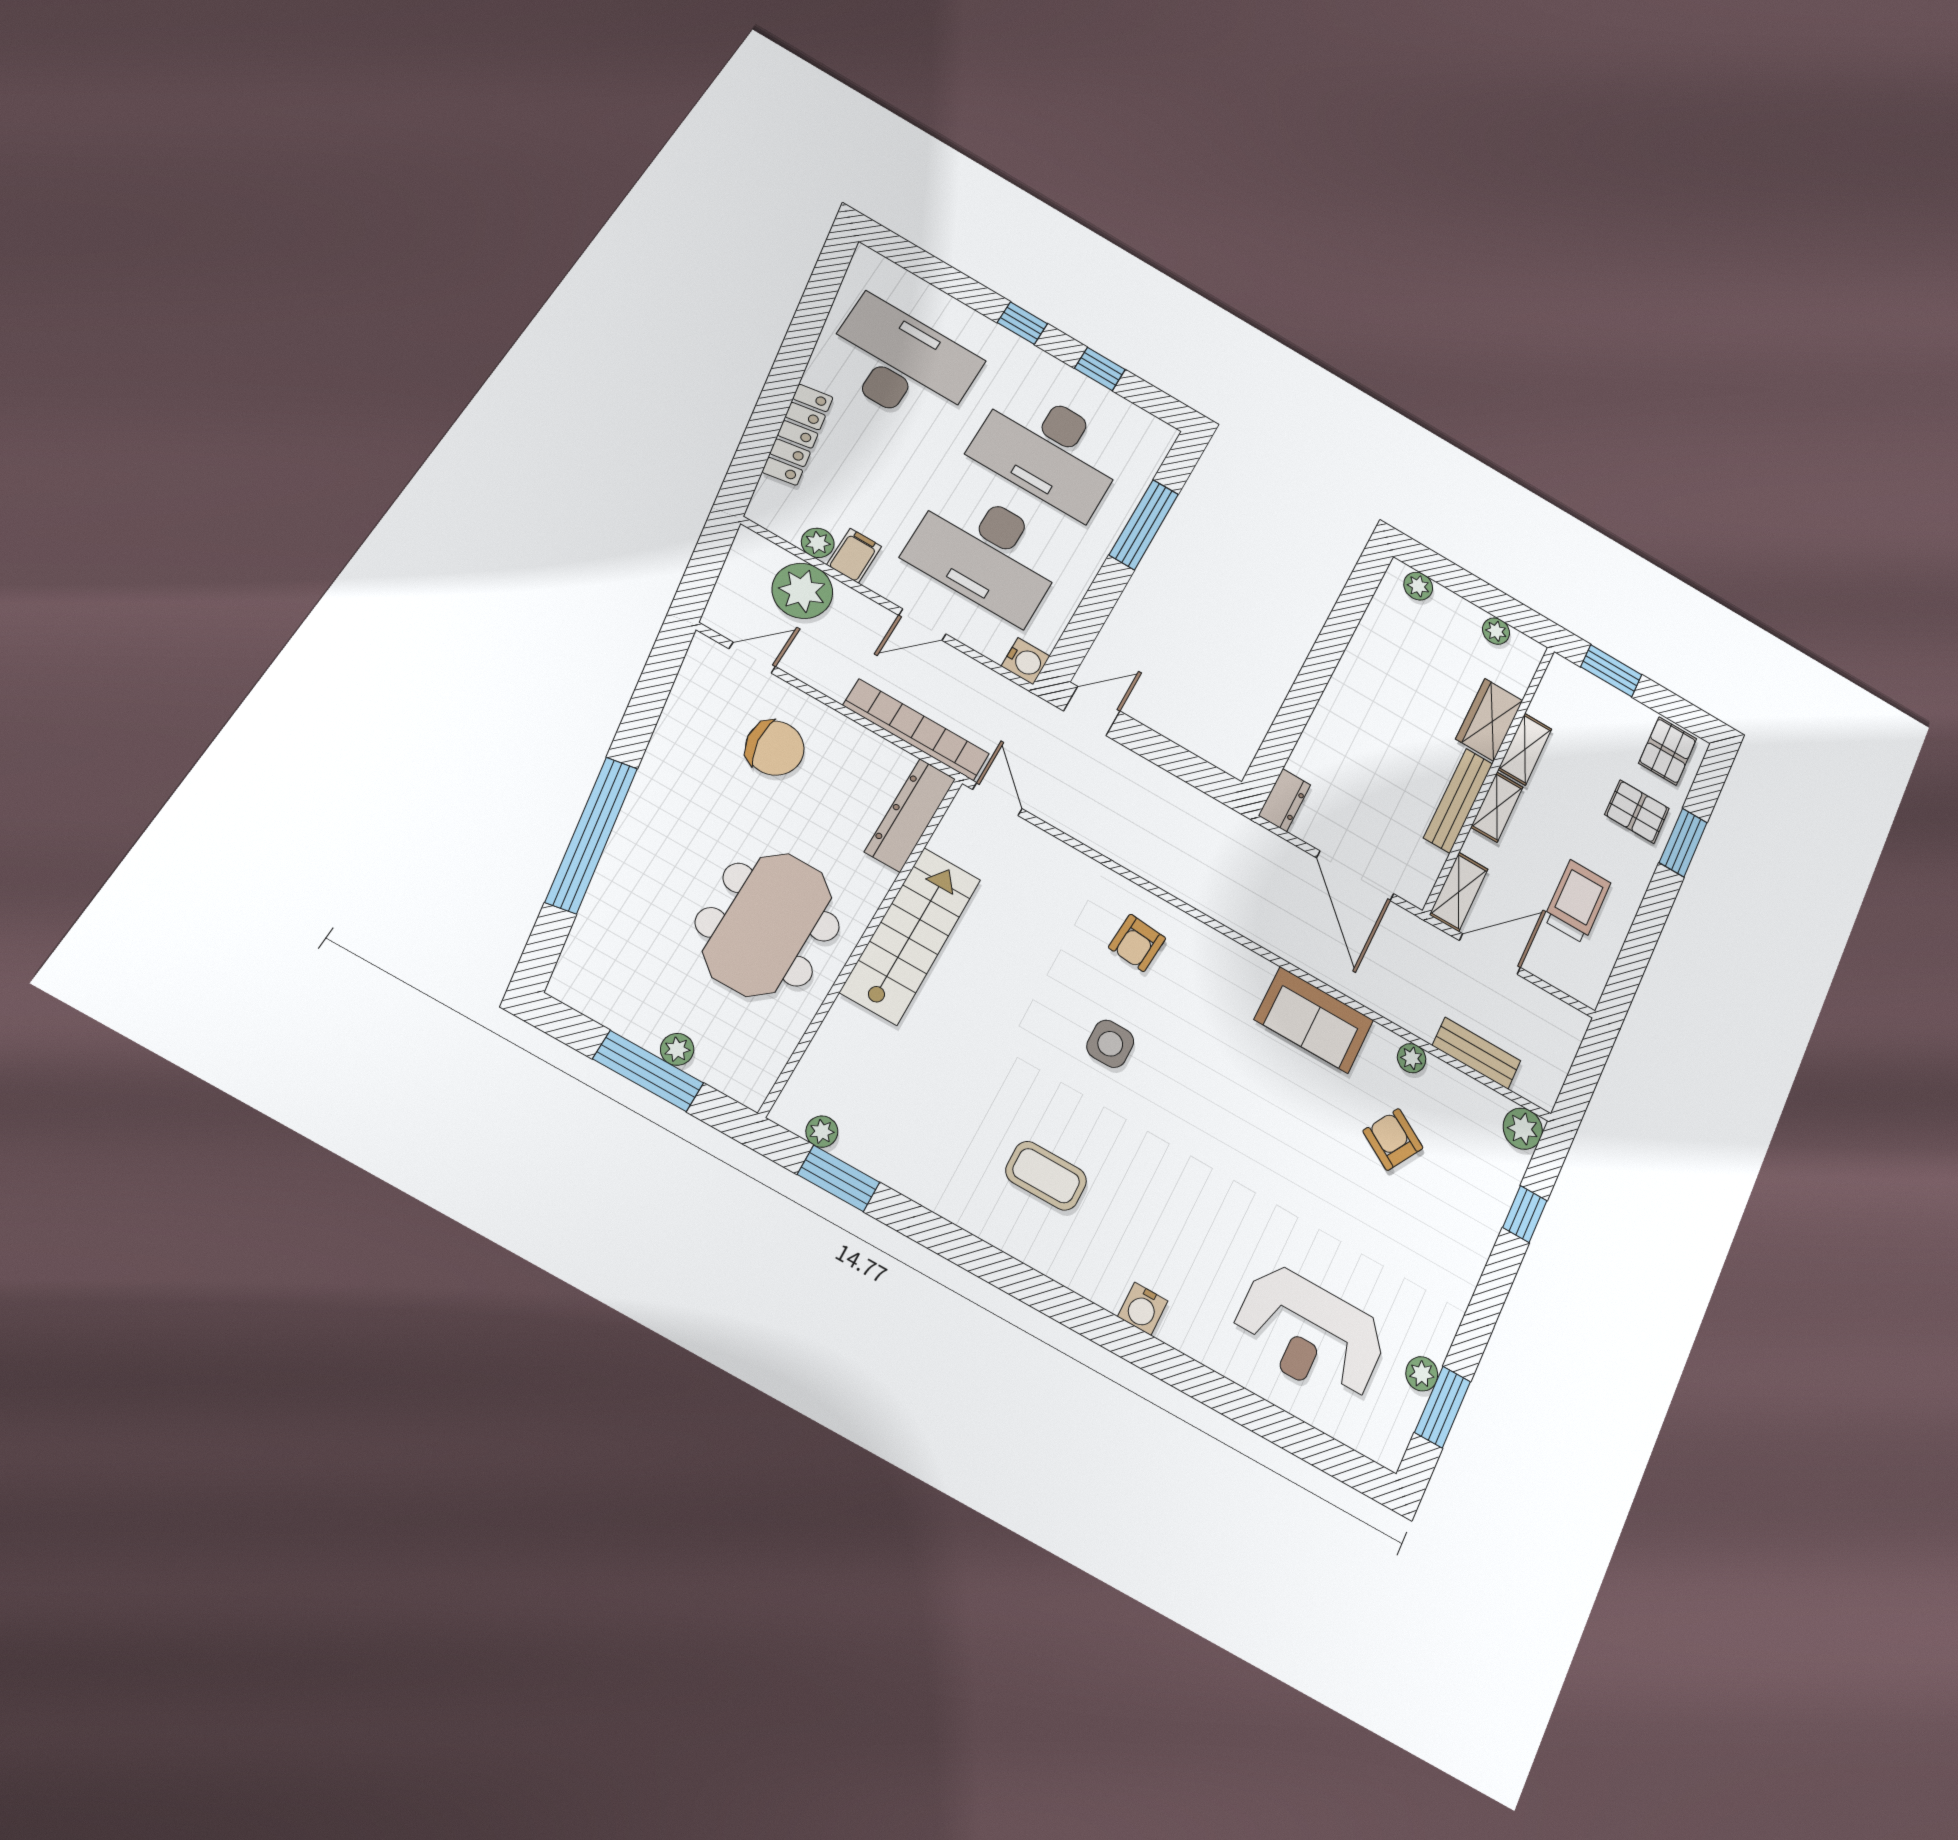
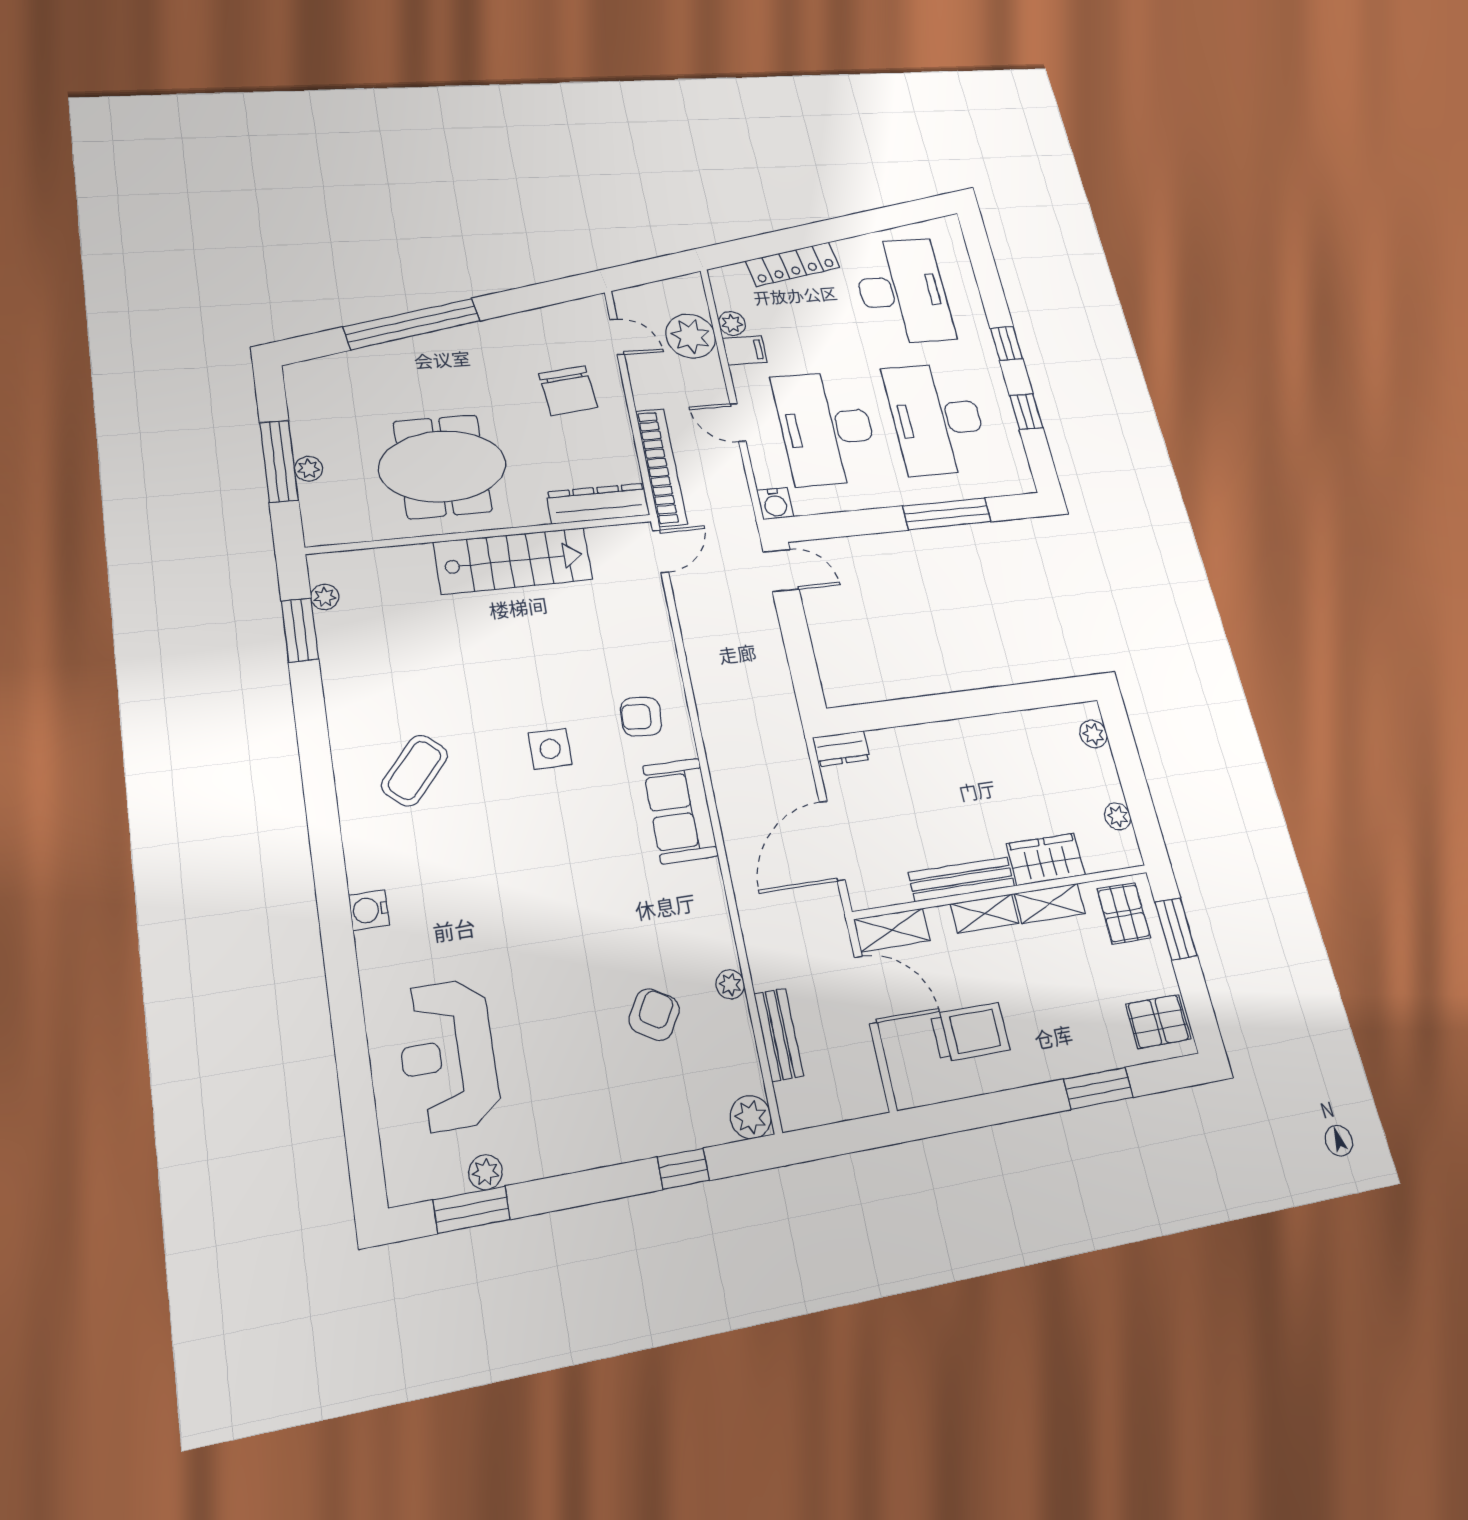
pallet: (1637, 812) -> (1124, 913), moved
sofa: (1314, 1020) -> (680, 811), moved
coffee table: (1046, 1176) -> (415, 770), turned 41

